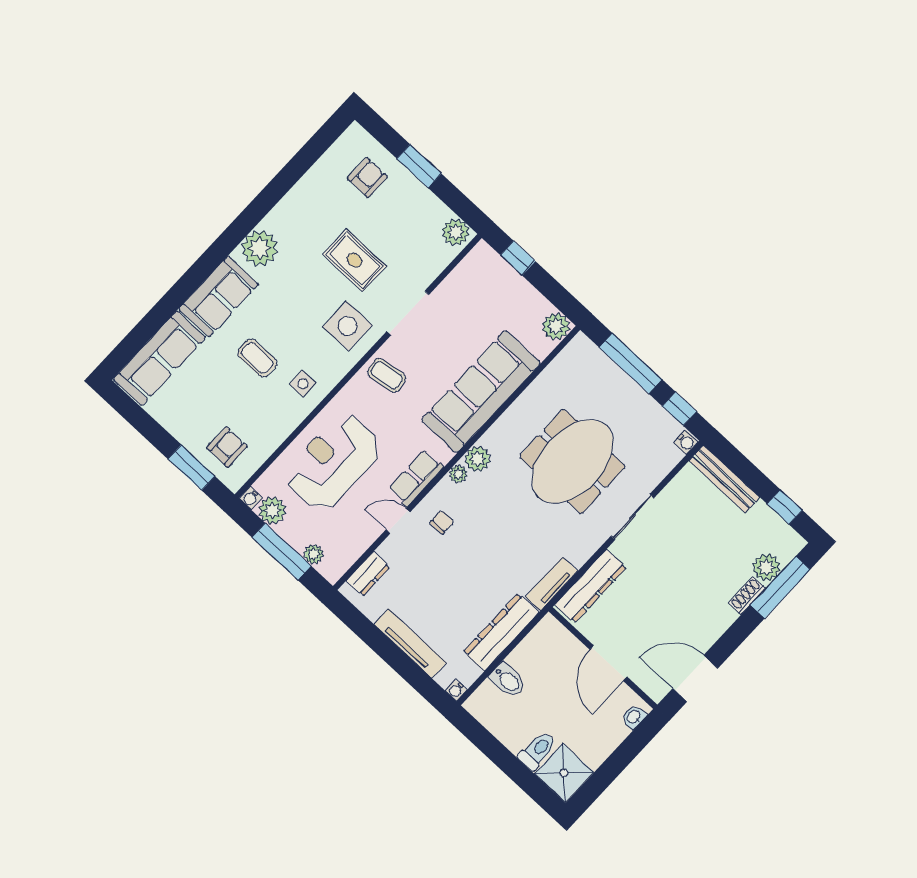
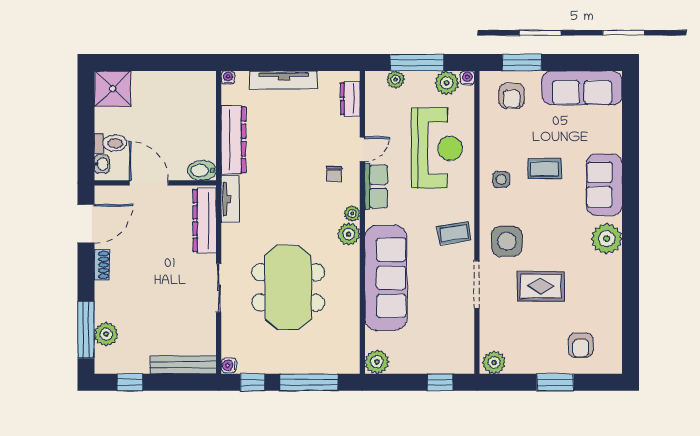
sofa: (159, 358) -> (582, 88), moved, turned -90
shoe rack: (747, 596) -> (102, 265), moved
bidet: (507, 680) -> (202, 170), moved
toilet: (537, 751) -> (111, 143), moved, turned -90

